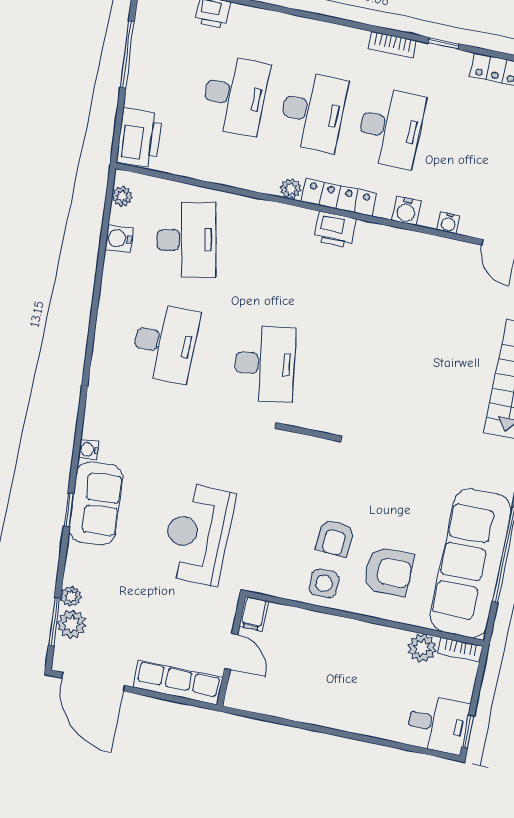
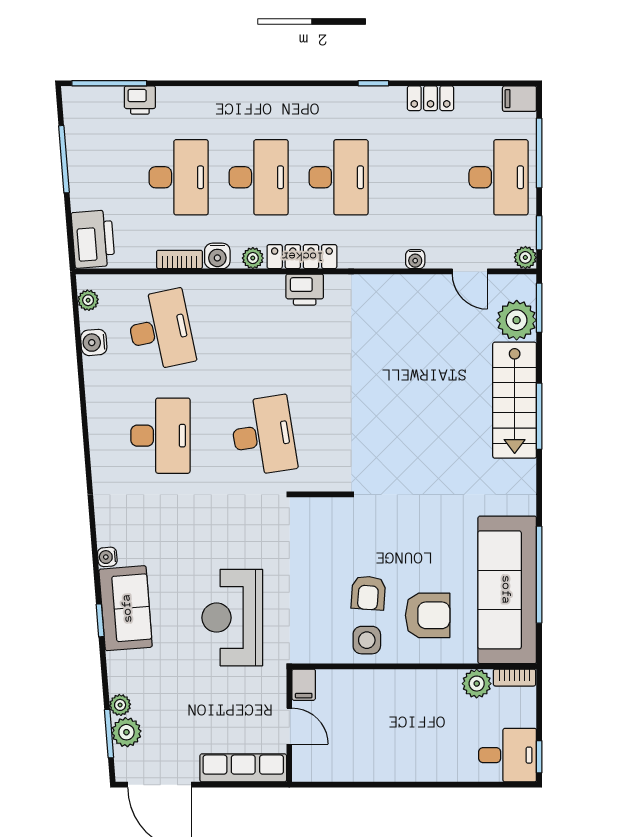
bookcase: (392, 45) -> (179, 259), moved, turned 180
water cooler: (406, 211) -> (217, 256), moved

